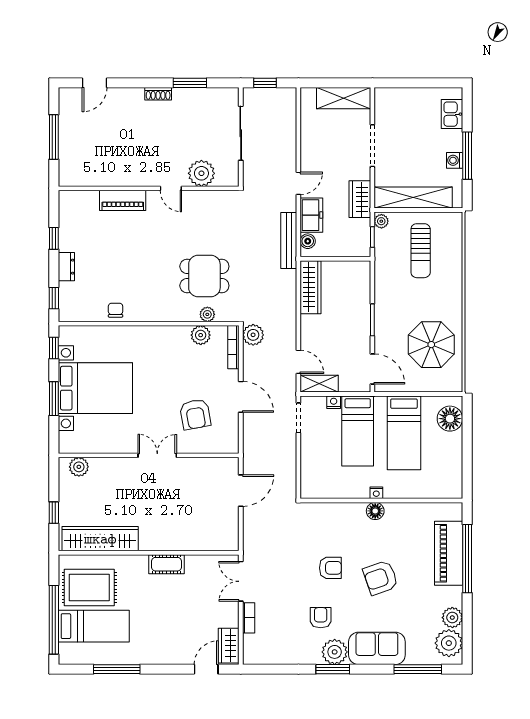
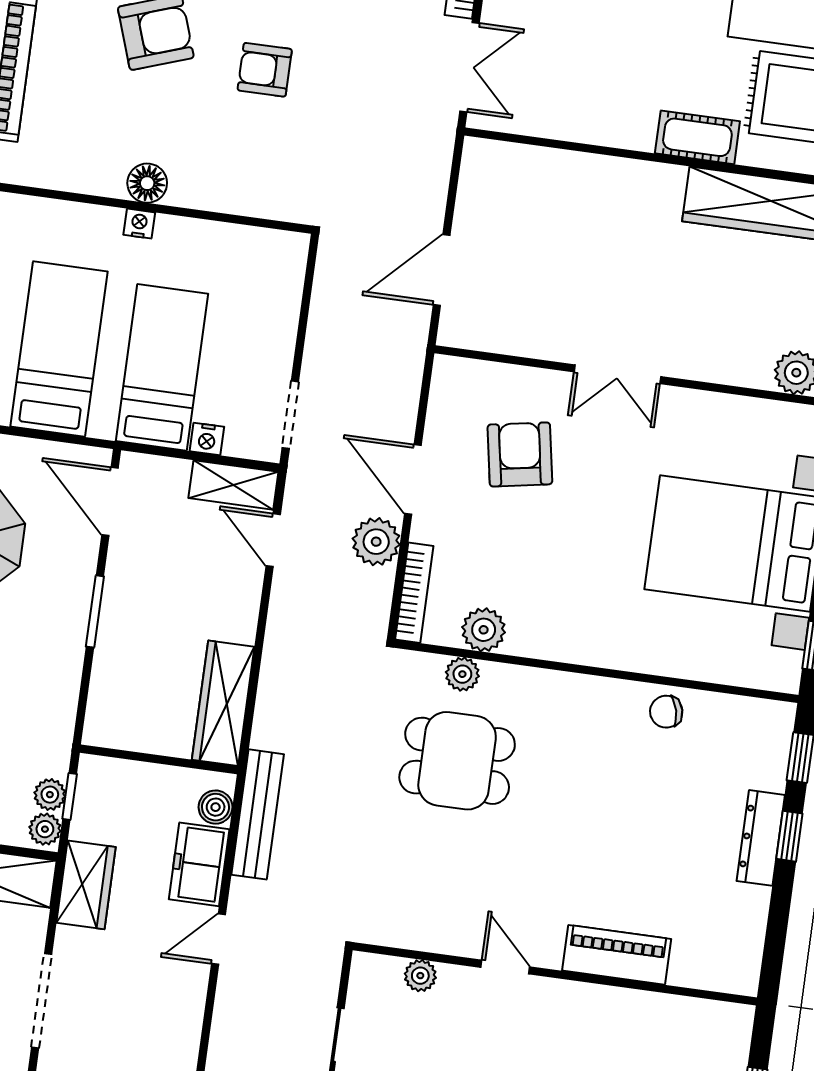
plant: (201, 173) -> (420, 976), width x0.53, depth x0.53
plant: (381, 237) -> (50, 795), added
window: (54, 238) -> (789, 836), moved
dresser: (66, 267) -> (761, 838), width x1.44
chair: (116, 310) -> (666, 712), turned 76
plant: (253, 335) -> (376, 542), moved
cot: (166, 564) -> (697, 137), moved

